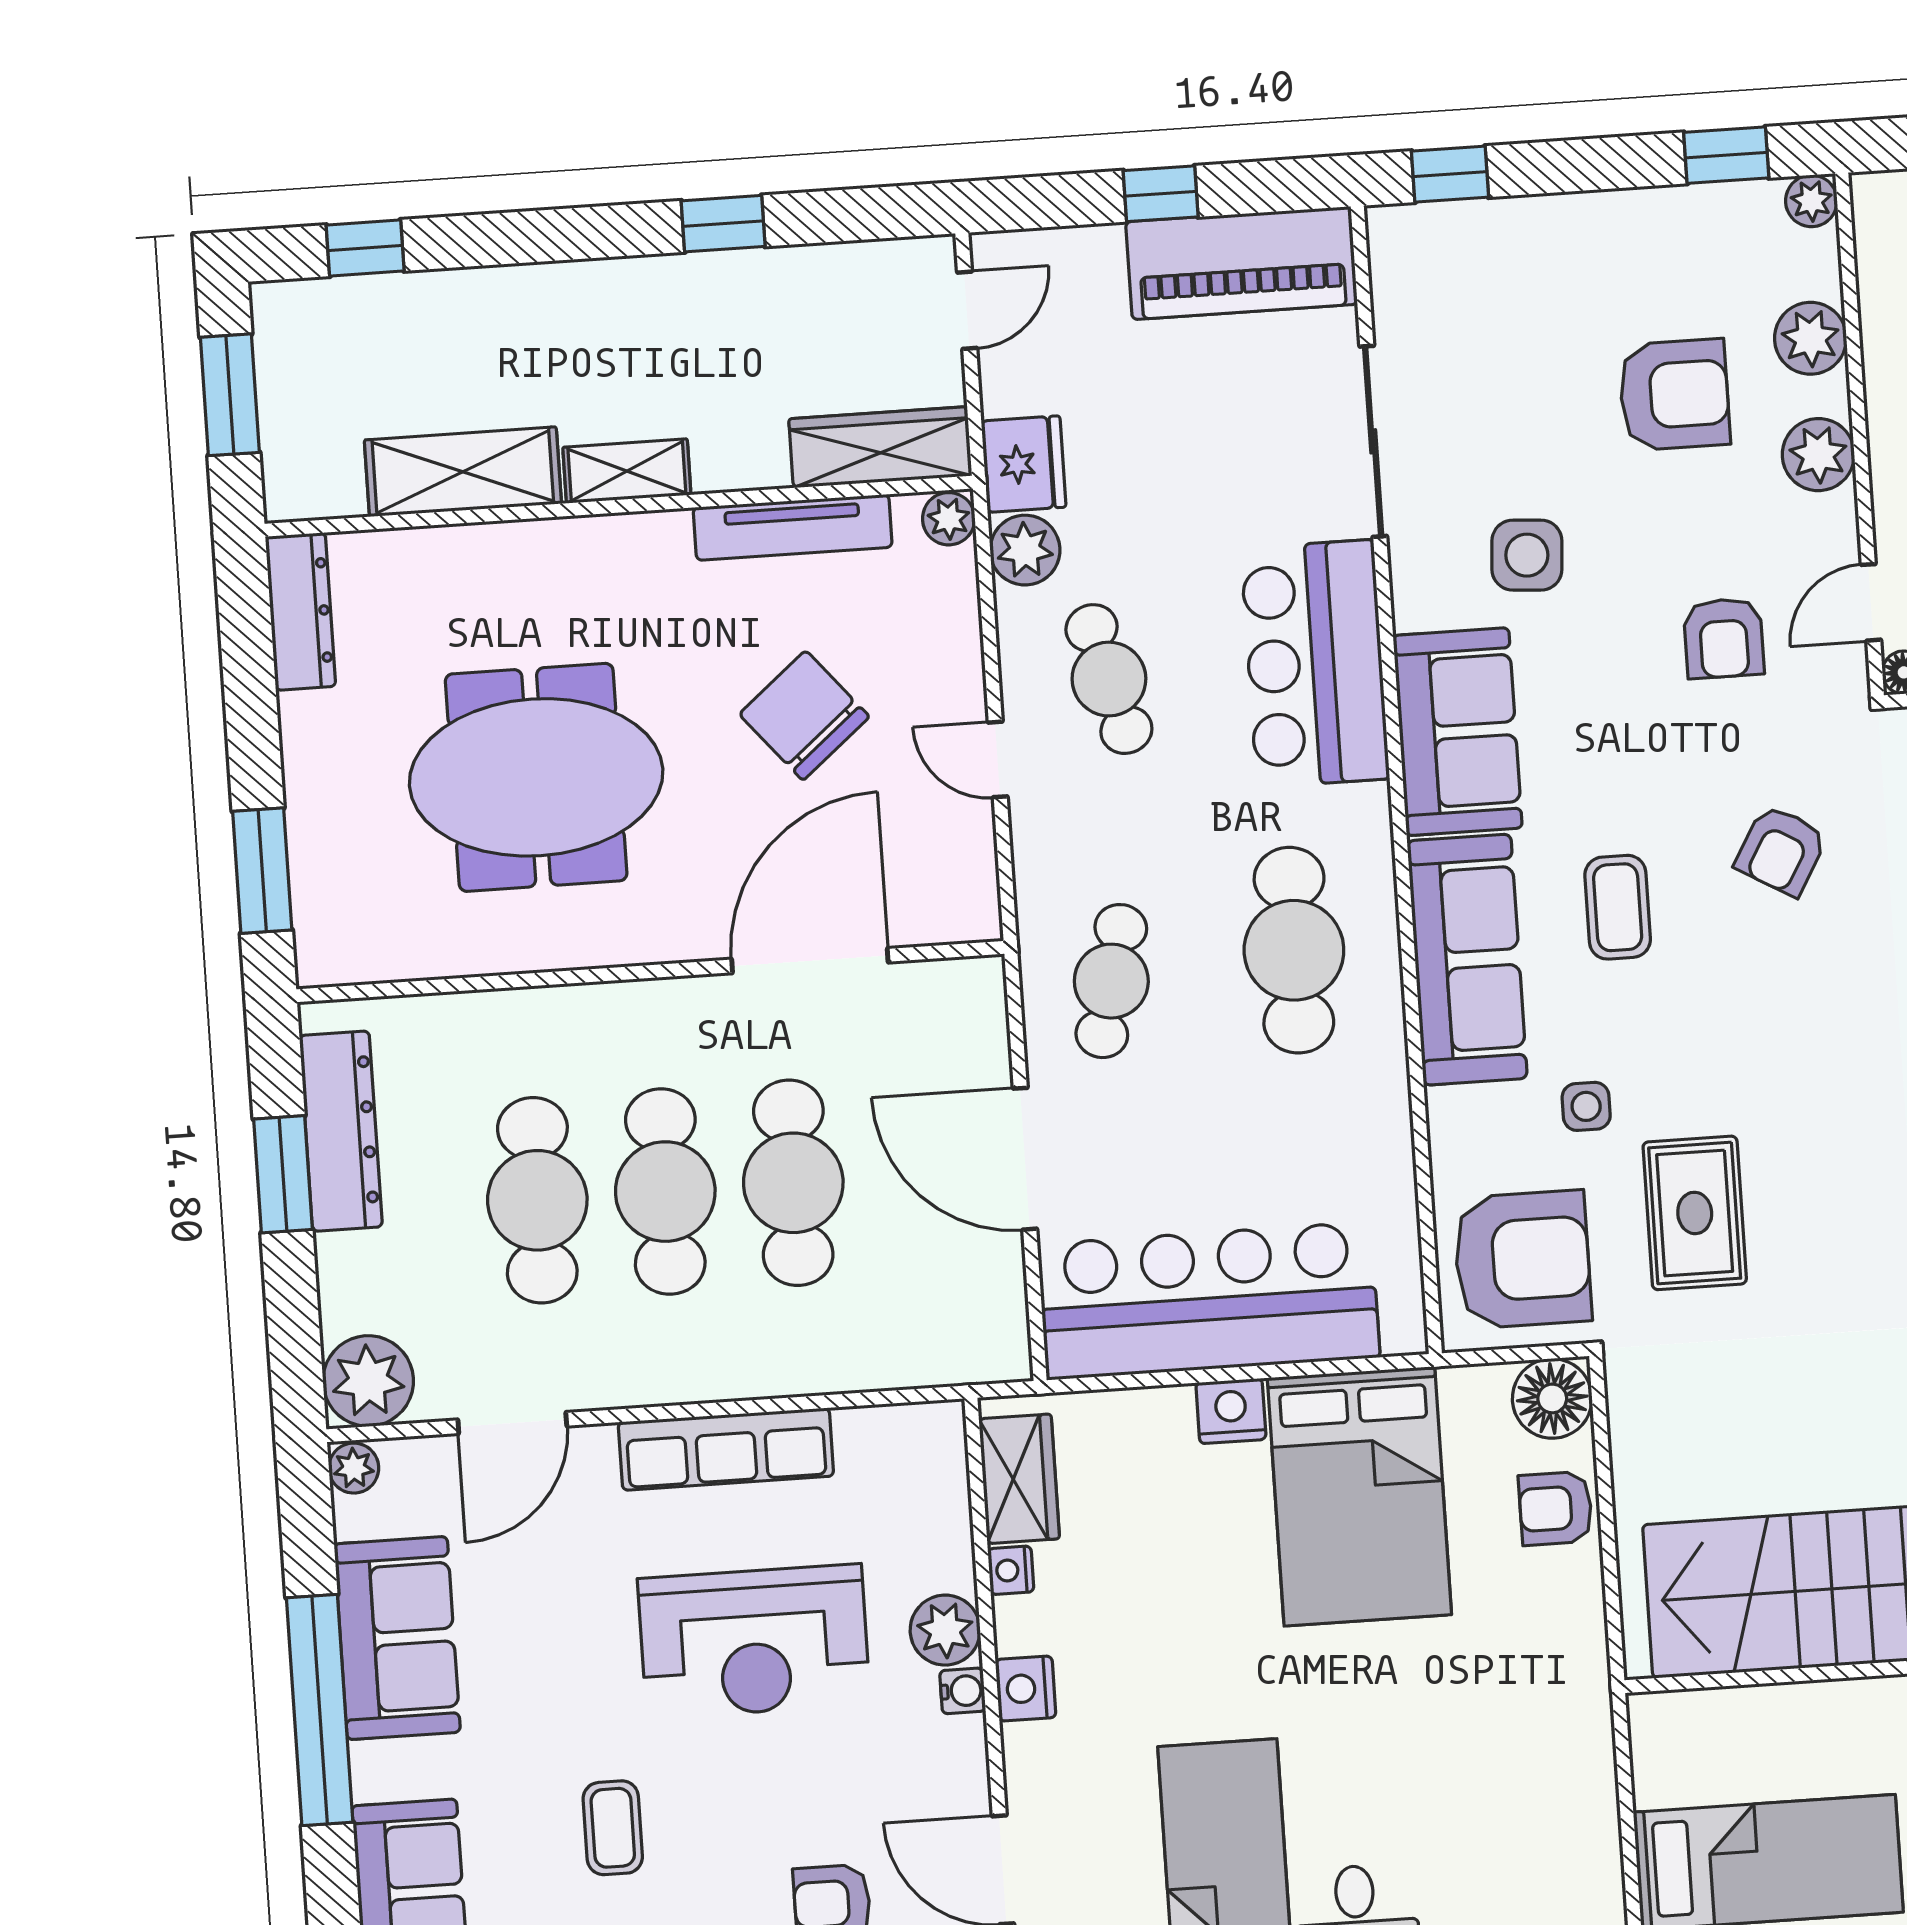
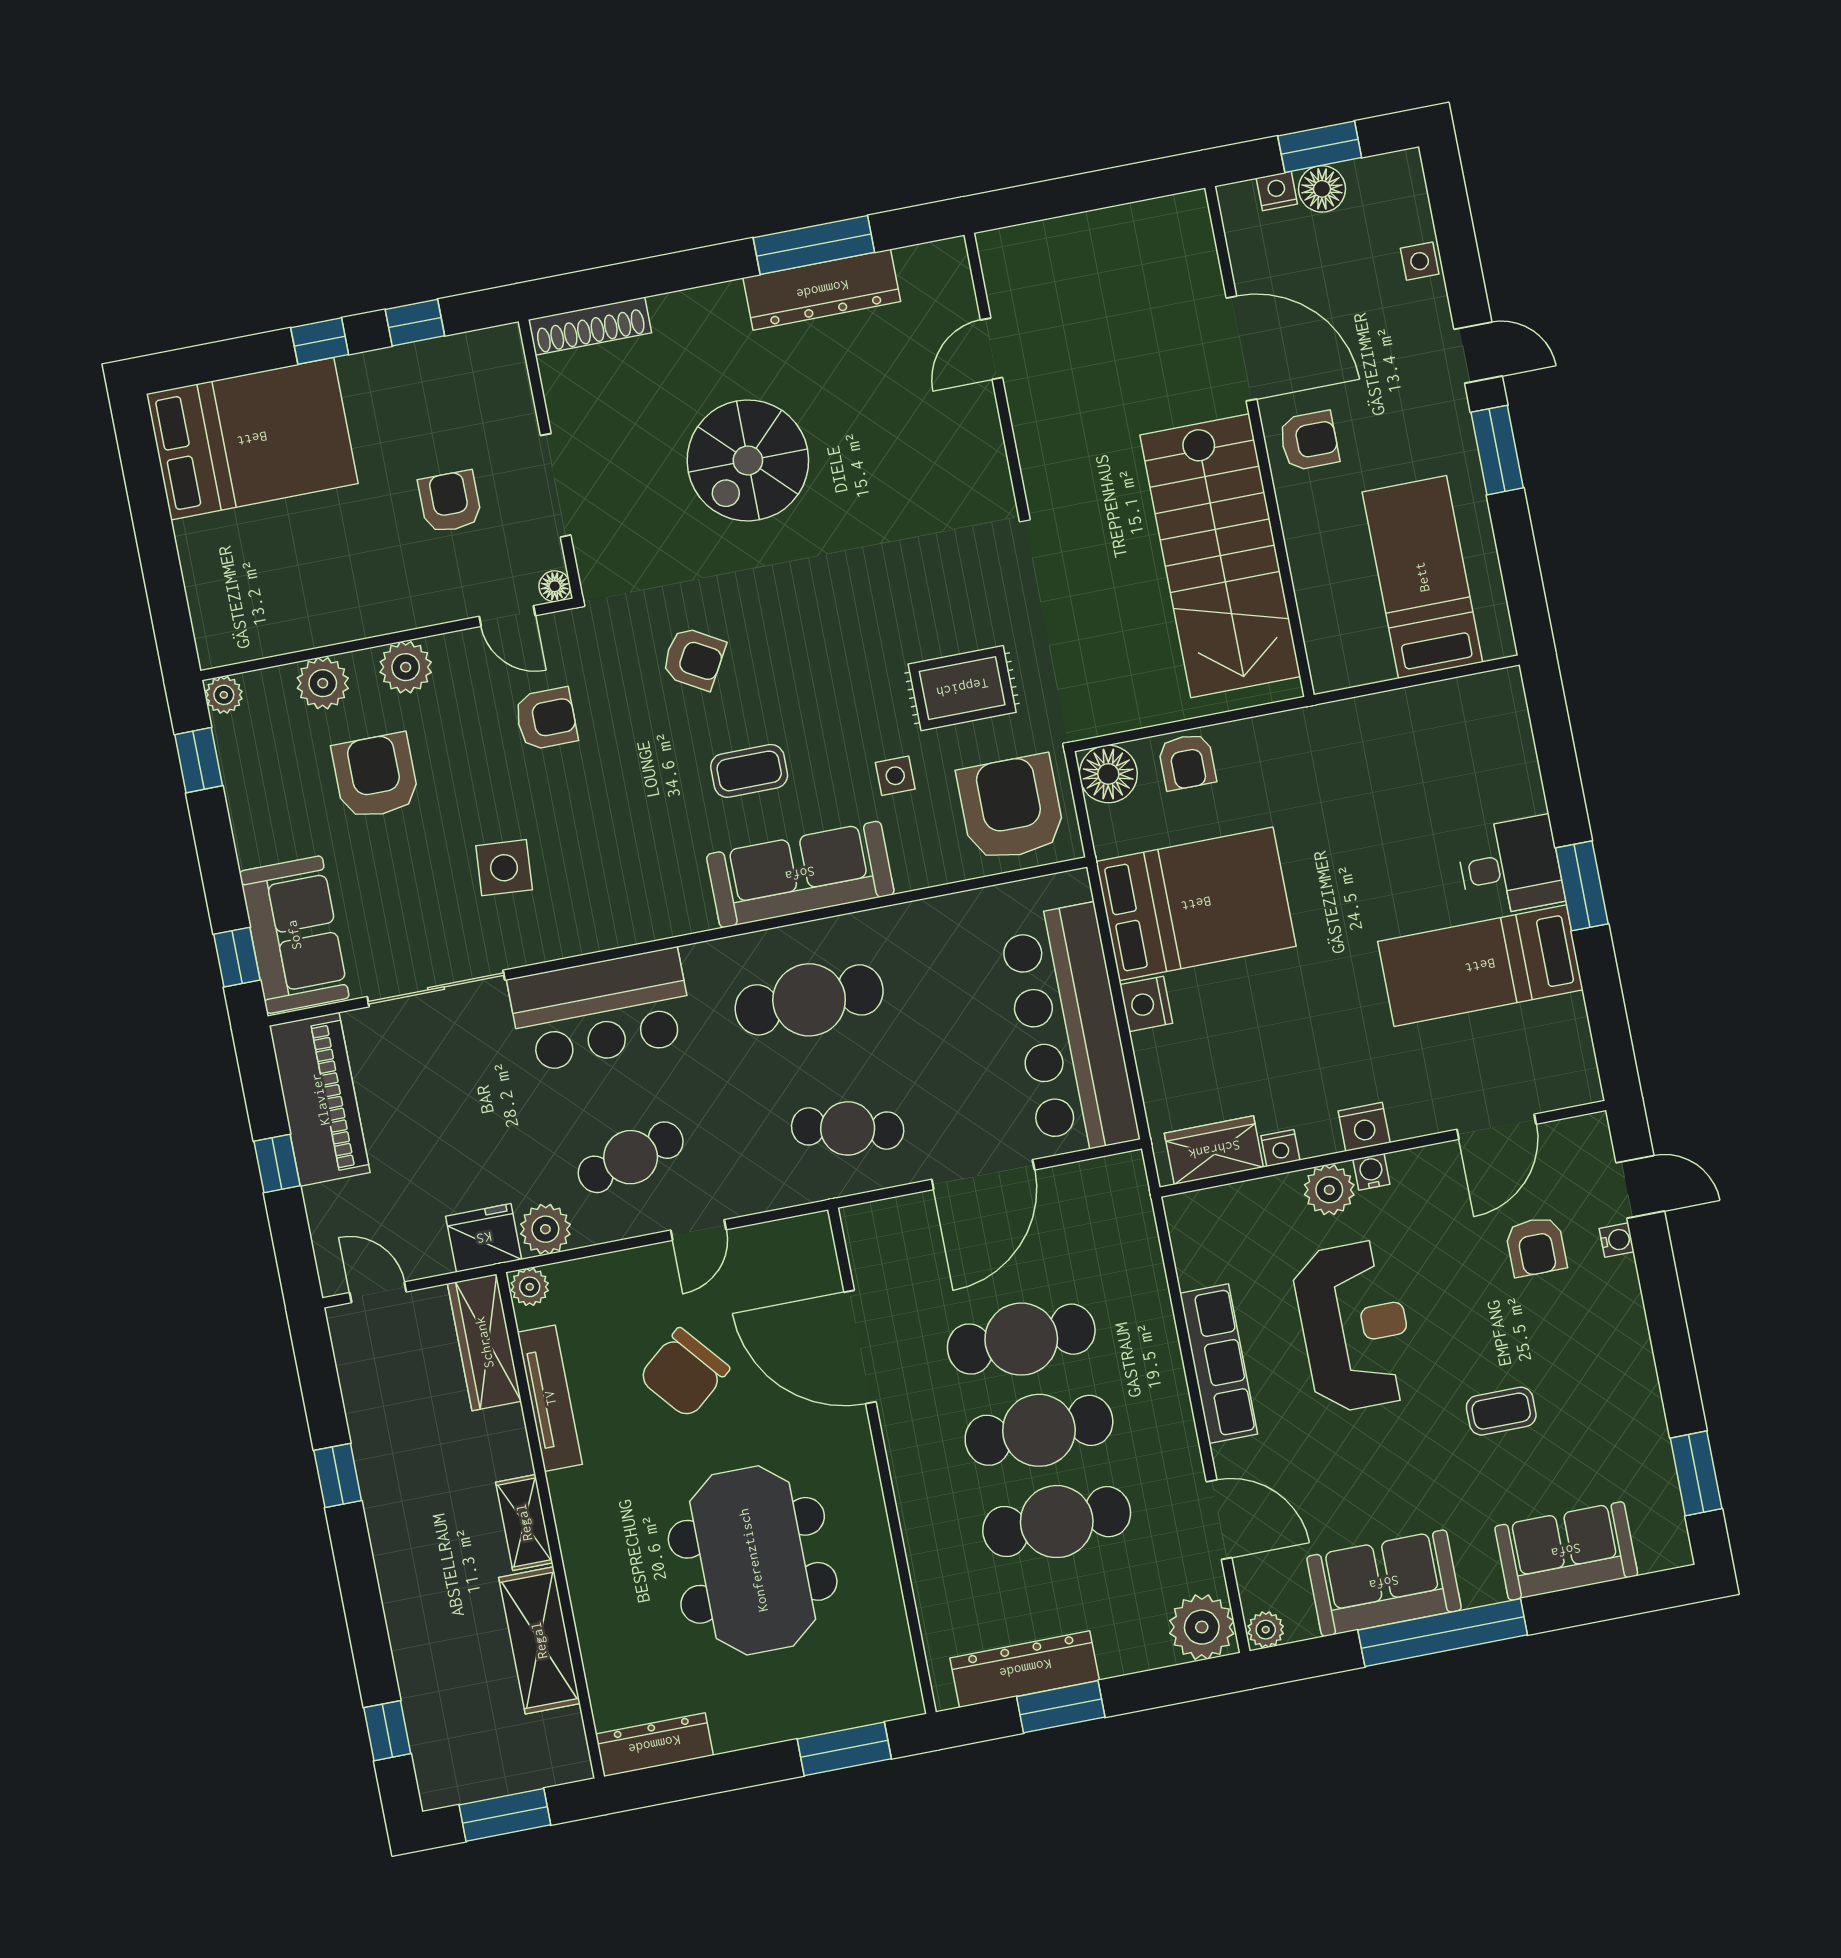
sofa: (1458, 732) -> (294, 935), moved, turned 90

